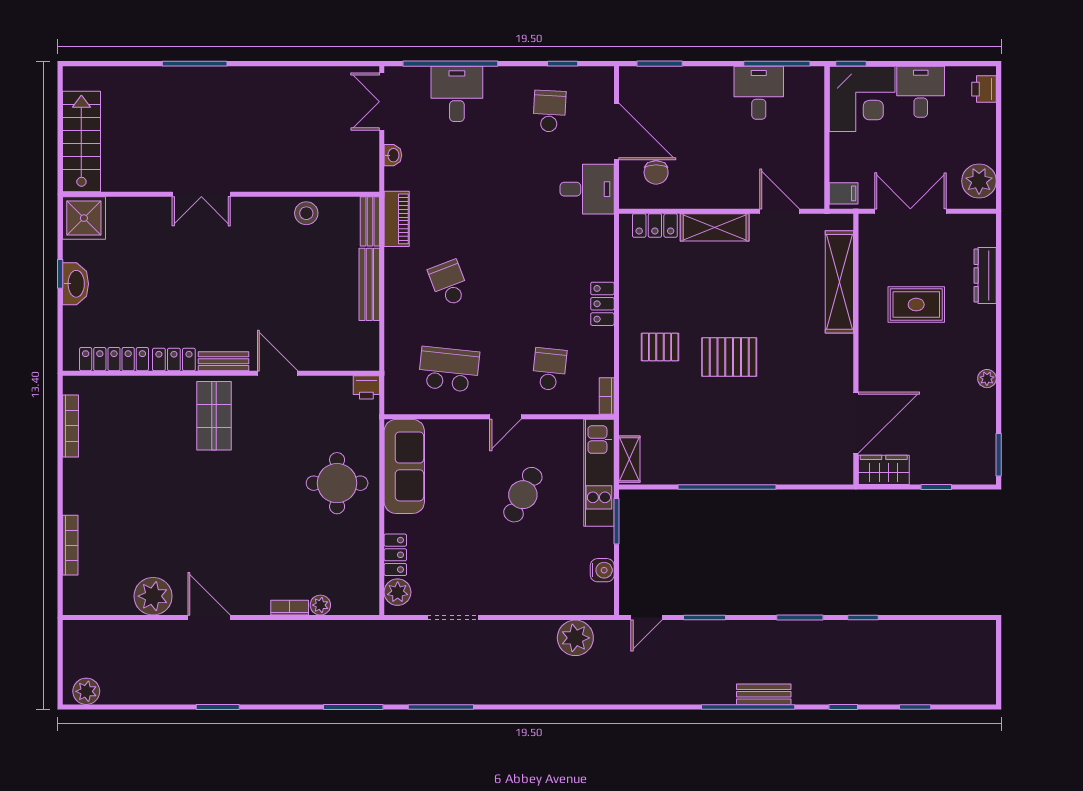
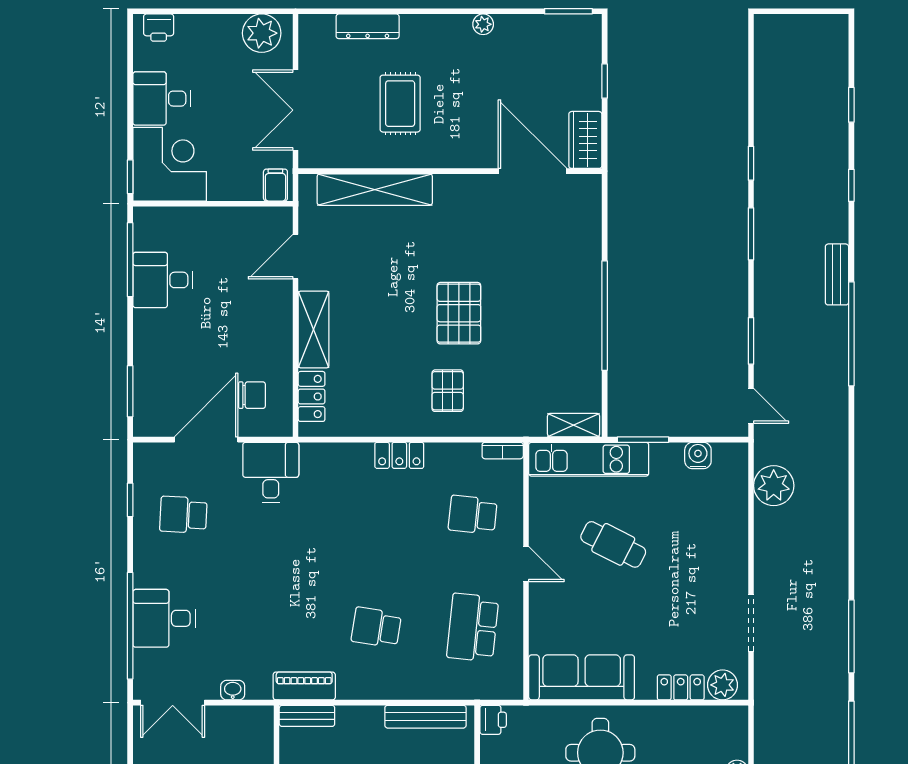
school desk: (449, 283) -> (376, 627), turned 30
bench: (369, 284) -> (425, 717), moved
window: (748, 707) -> (851, 334), moved

